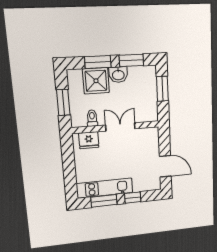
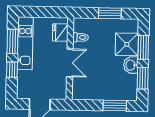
toilet: (92, 118) -> (81, 37), moved
wall: (116, 127) -> (70, 59), moved
double door: (120, 127) -> (70, 63), moved
fridge: (89, 140) -> (60, 32), moved

